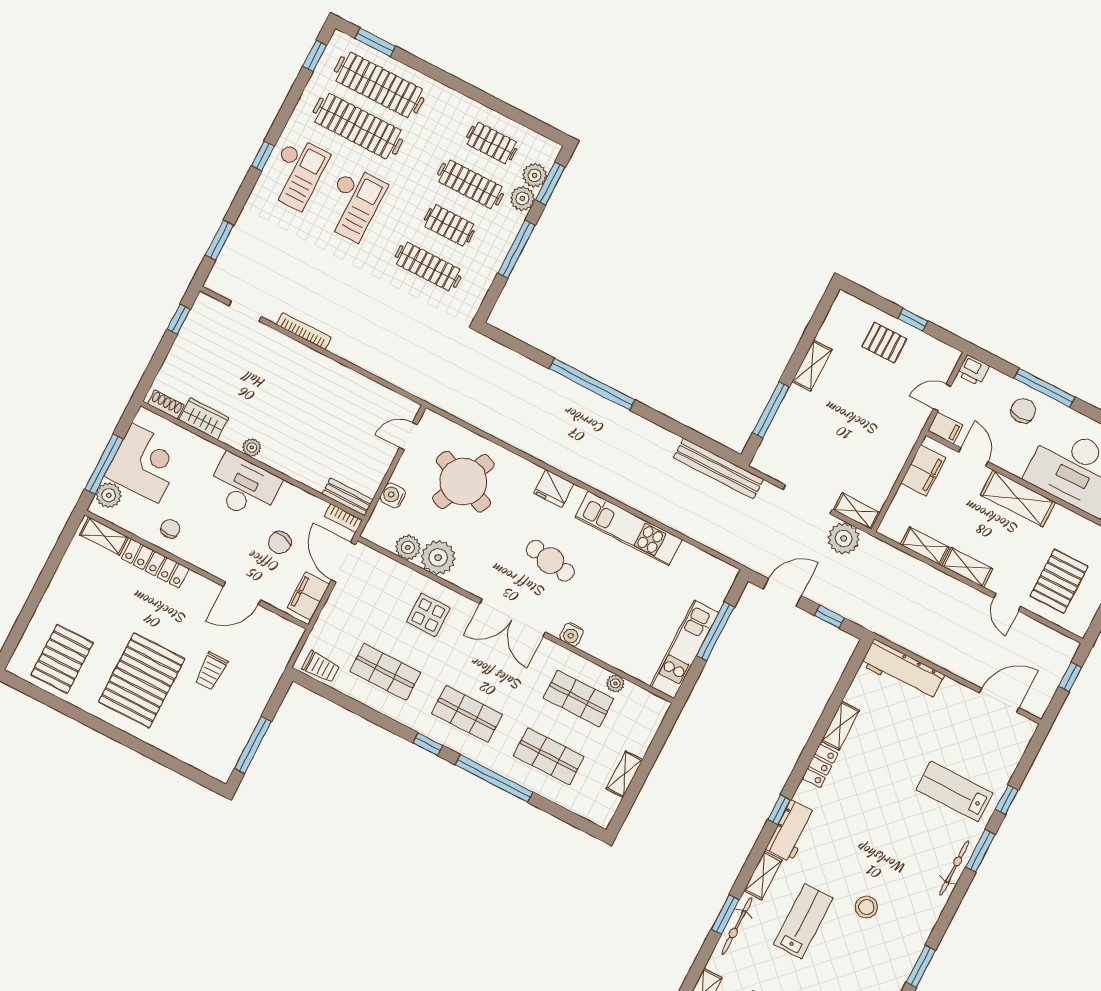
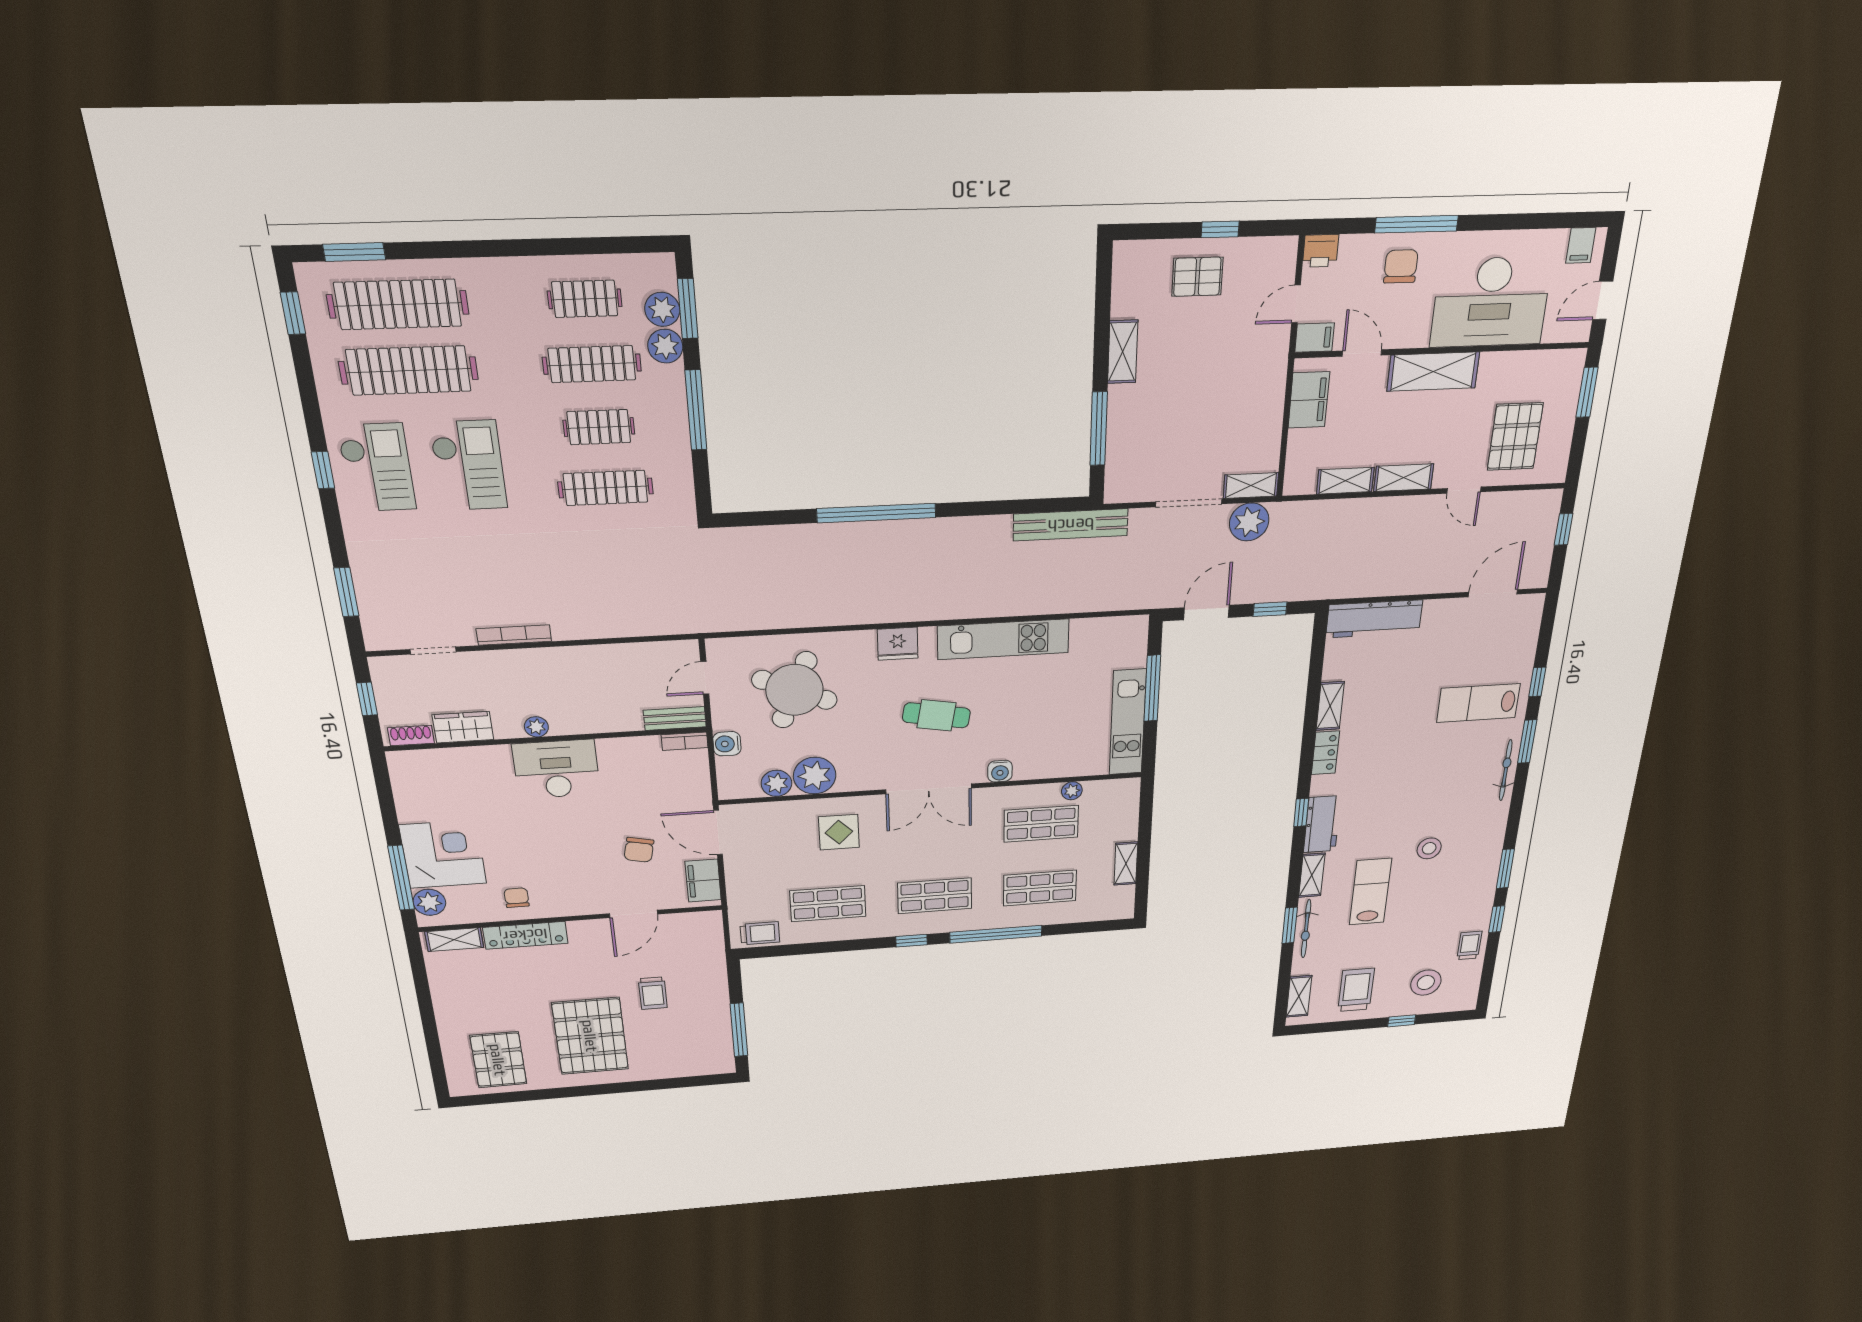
shoe rack: (166, 404) -> (411, 735), moved
wardrobe: (204, 419) -> (463, 727), moved
plant: (252, 448) -> (536, 727), moved
wall: (253, 461) -> (547, 739), moved
desk: (244, 487) -> (556, 769), moved
bench: (348, 497) -> (675, 718), moved
bookcase: (343, 518) -> (685, 741), moved

